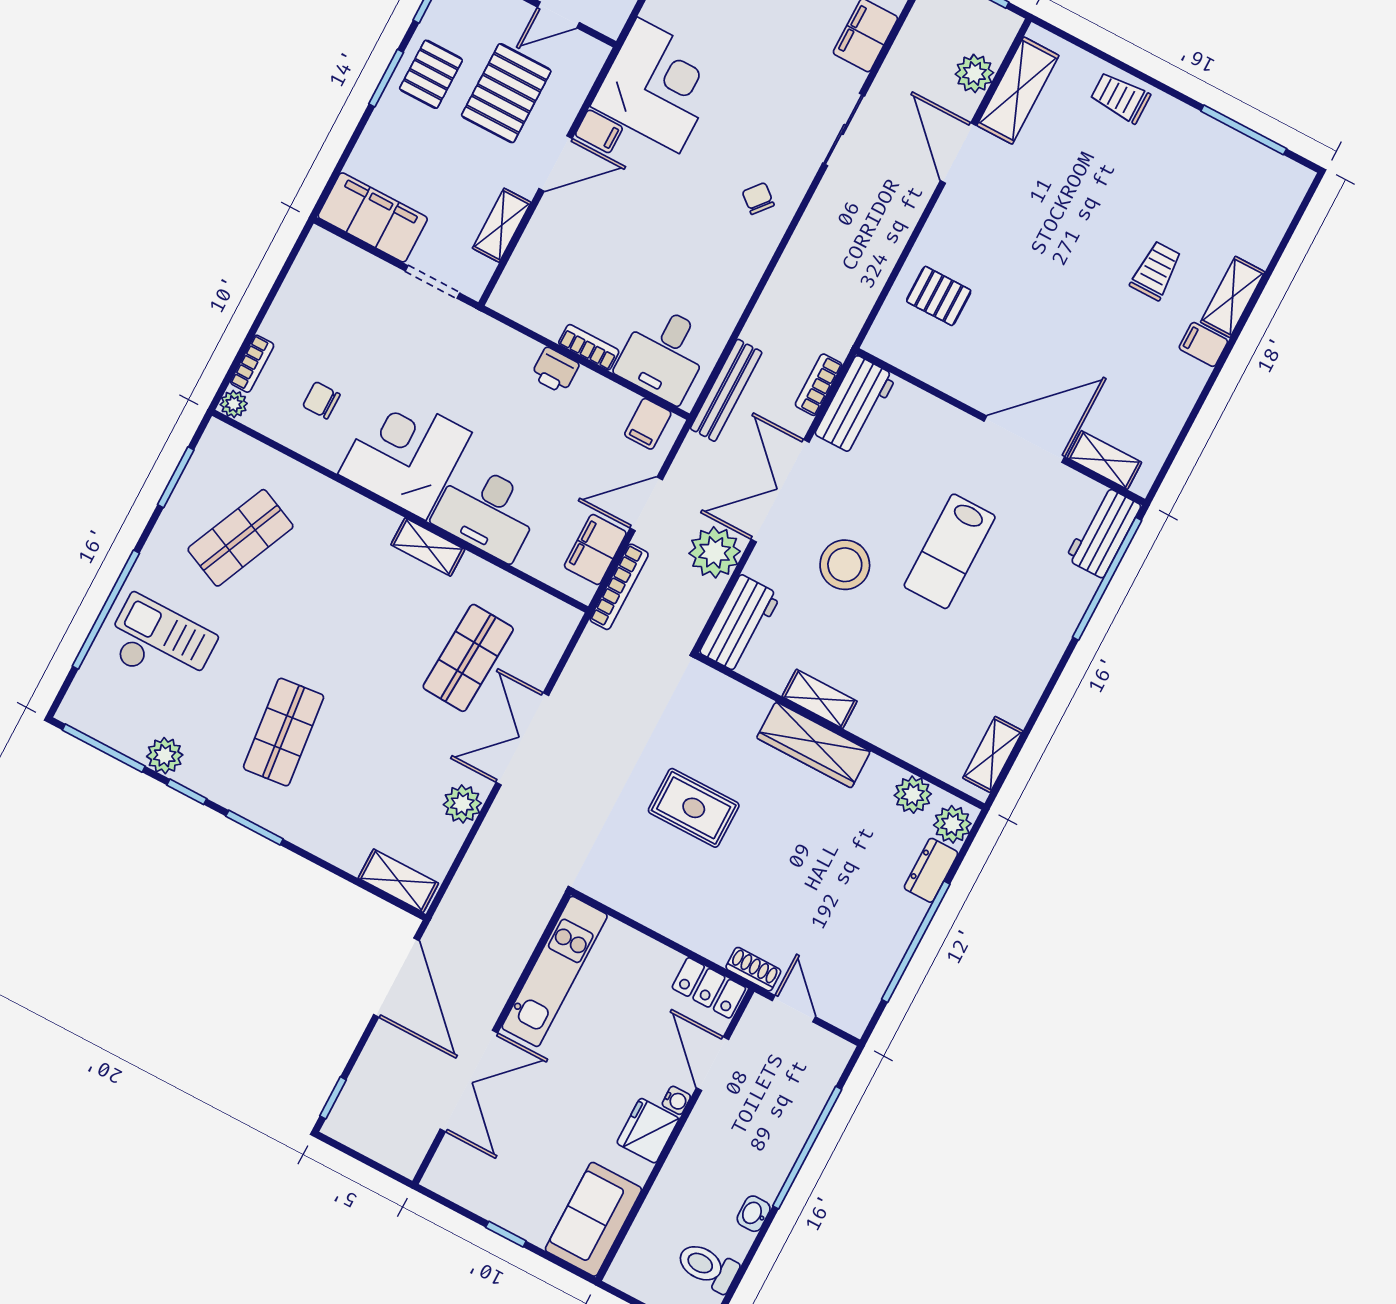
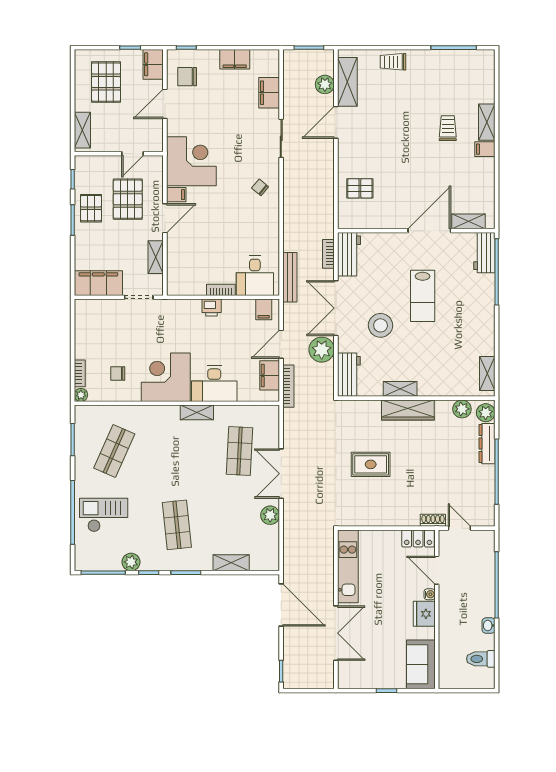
door: (958, 153) -> (336, 122), hinge flipped
dresser: (931, 870) -> (487, 444), width x1.44
shelving: (398, 881) -> (231, 563), moved

